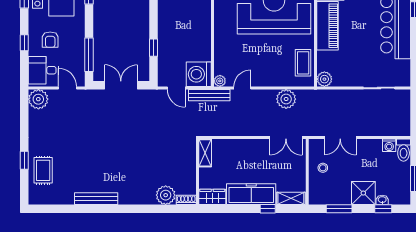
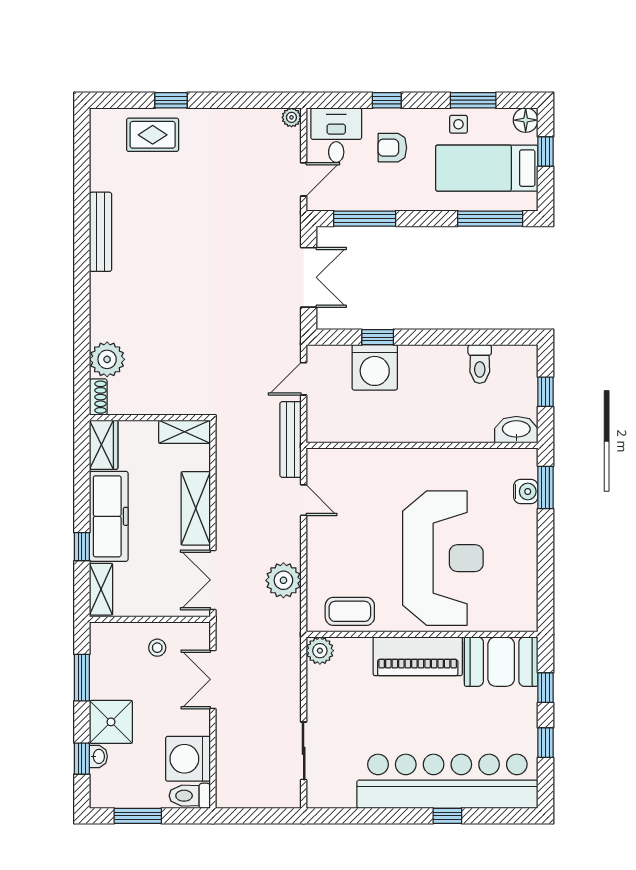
washing machine: (199, 74) -> (375, 367), moved, turned 180
plant: (220, 81) -> (317, 459), removed
plant: (38, 99) -> (291, 117), width x0.53, depth x0.53
washing machine: (389, 145) -> (188, 759), width x1.89, depth x1.89
shelving: (247, 147) -> (196, 508), added

